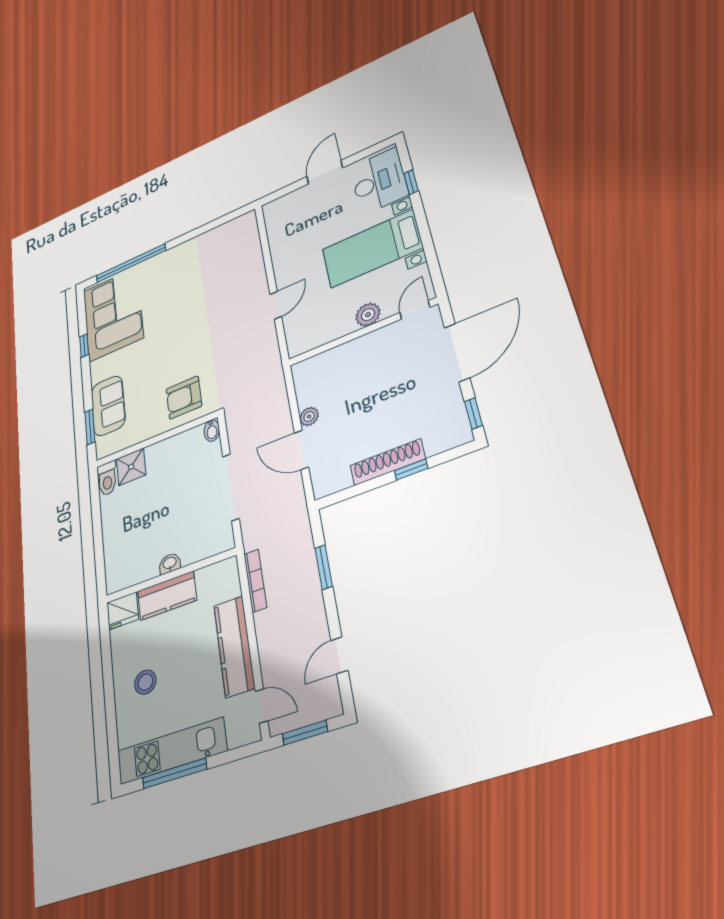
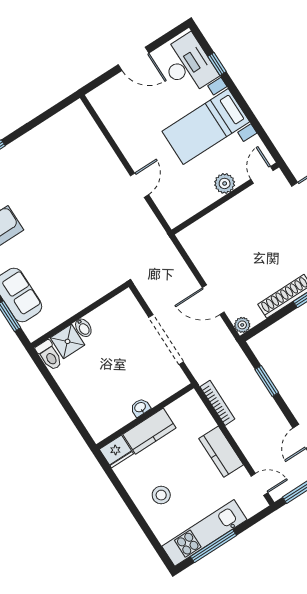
door: (325, 172) -> (133, 59), swing flipped
armchair: (184, 397) -> (89, 276), removed
plant: (309, 417) -> (242, 325), moved
bidet: (212, 431) -> (83, 328), moved
kitchen counter: (234, 646) -> (221, 452), width x0.67

